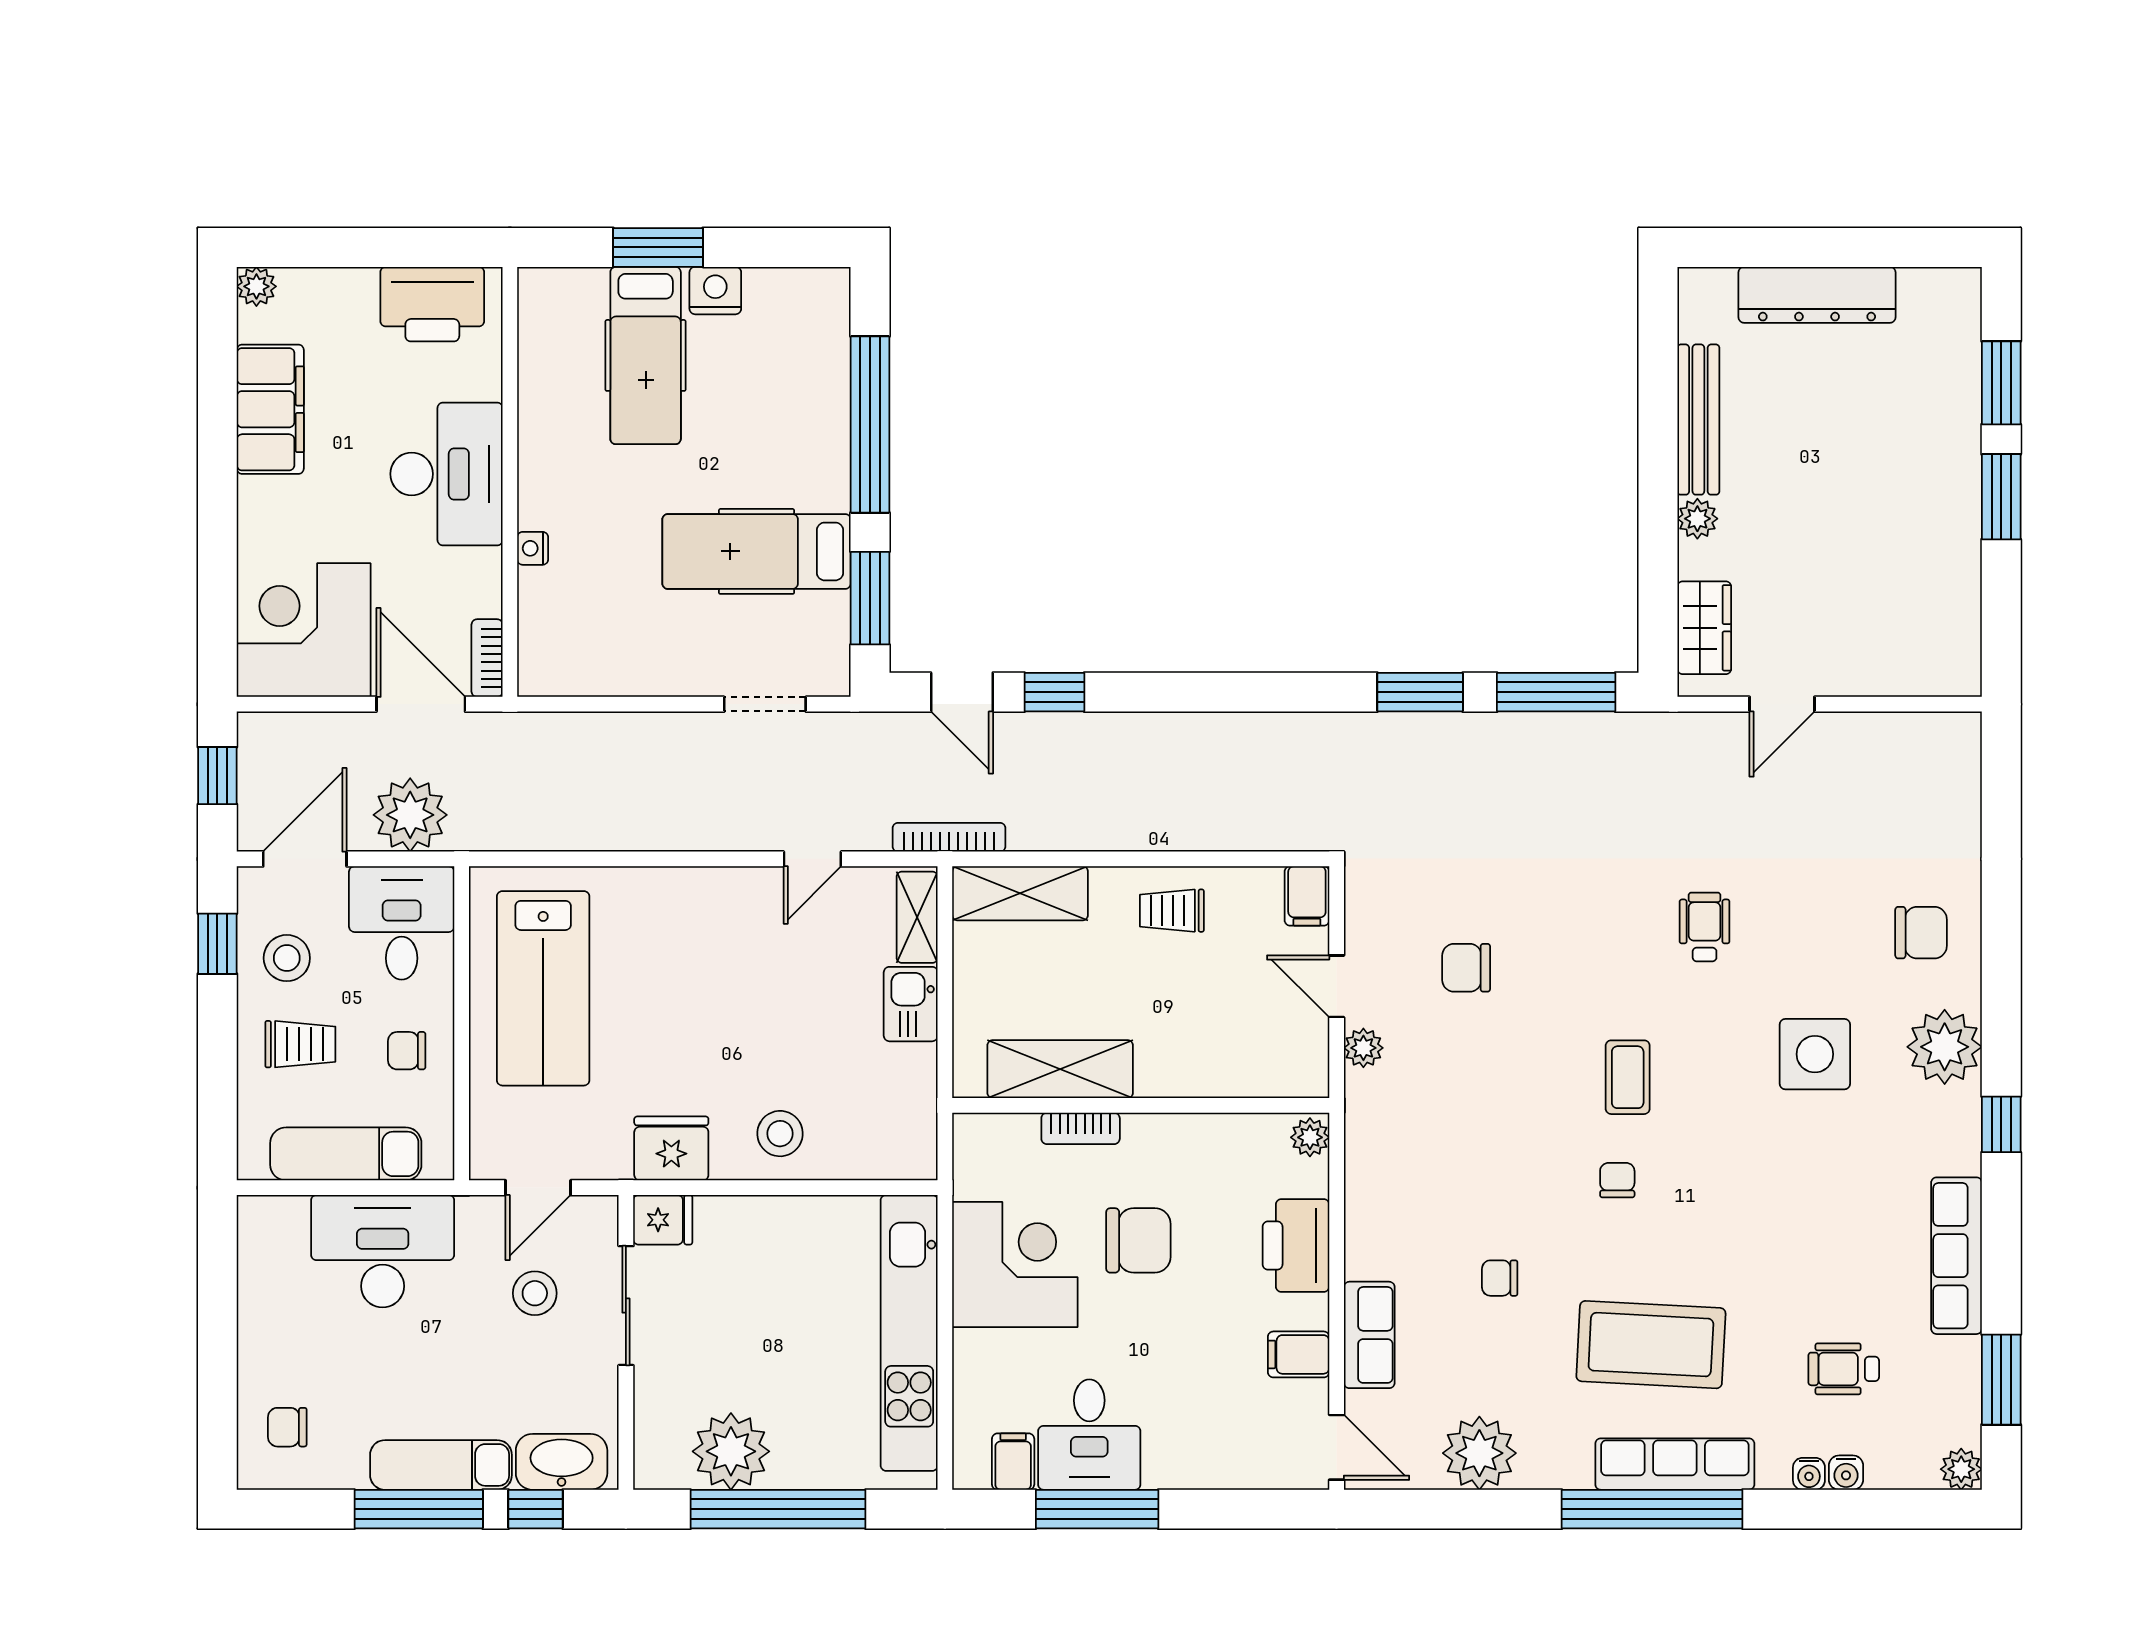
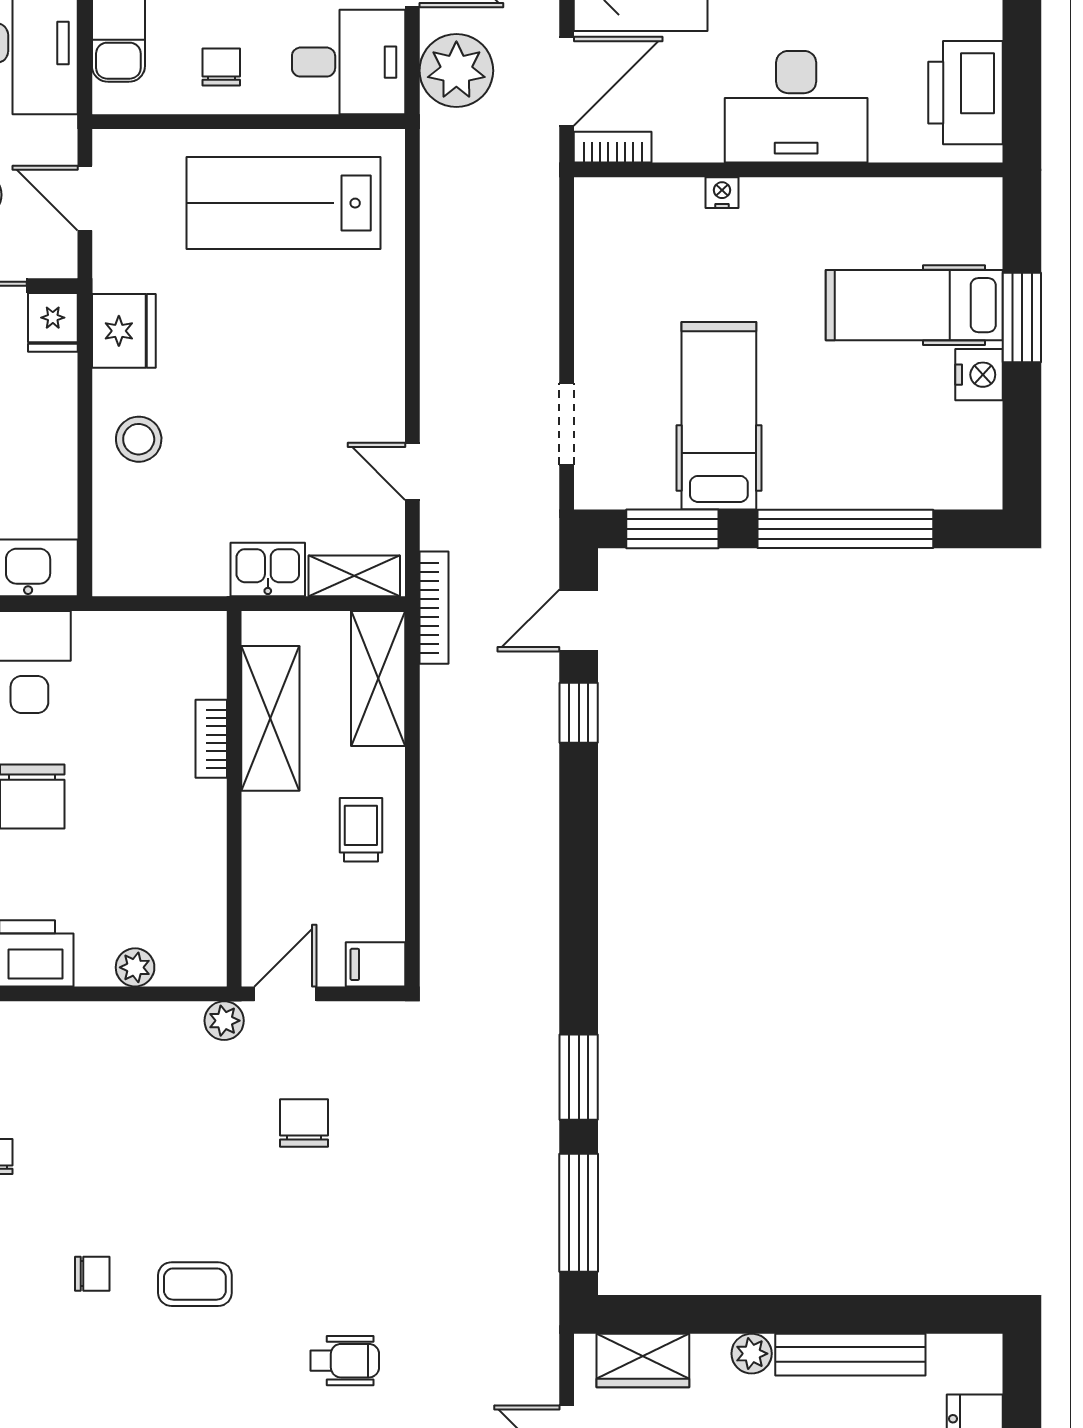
shelving: (1060, 1069) -> (270, 718), moved
wall: (1141, 1105) -> (234, 799), moved
bookcase: (1081, 1128) -> (211, 739), moved

